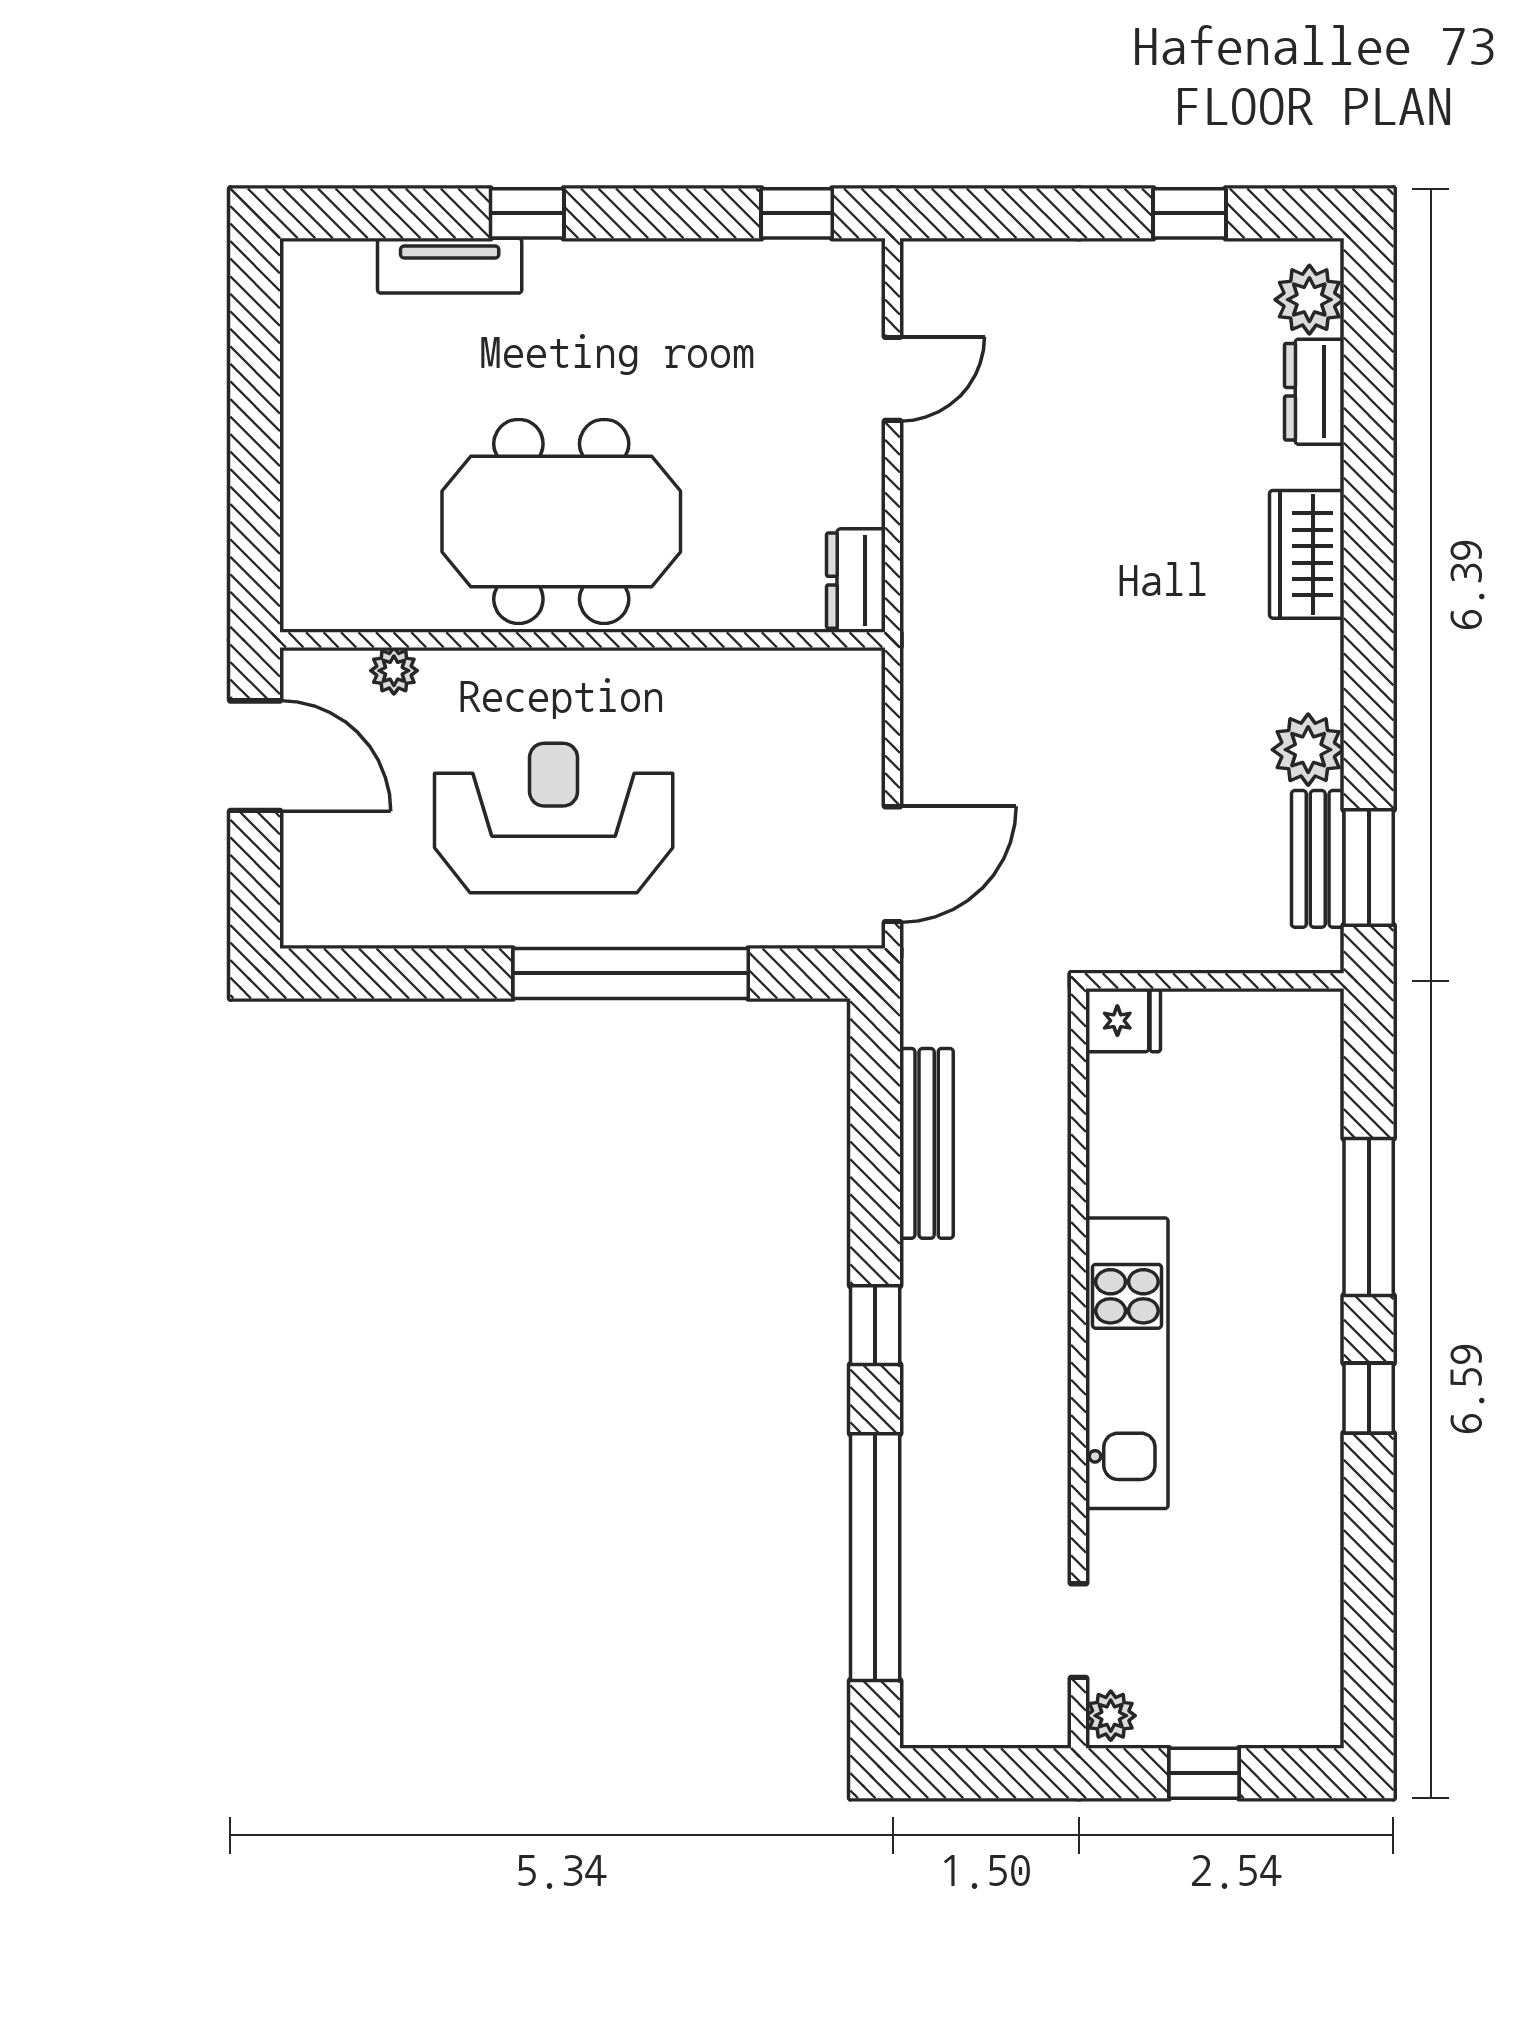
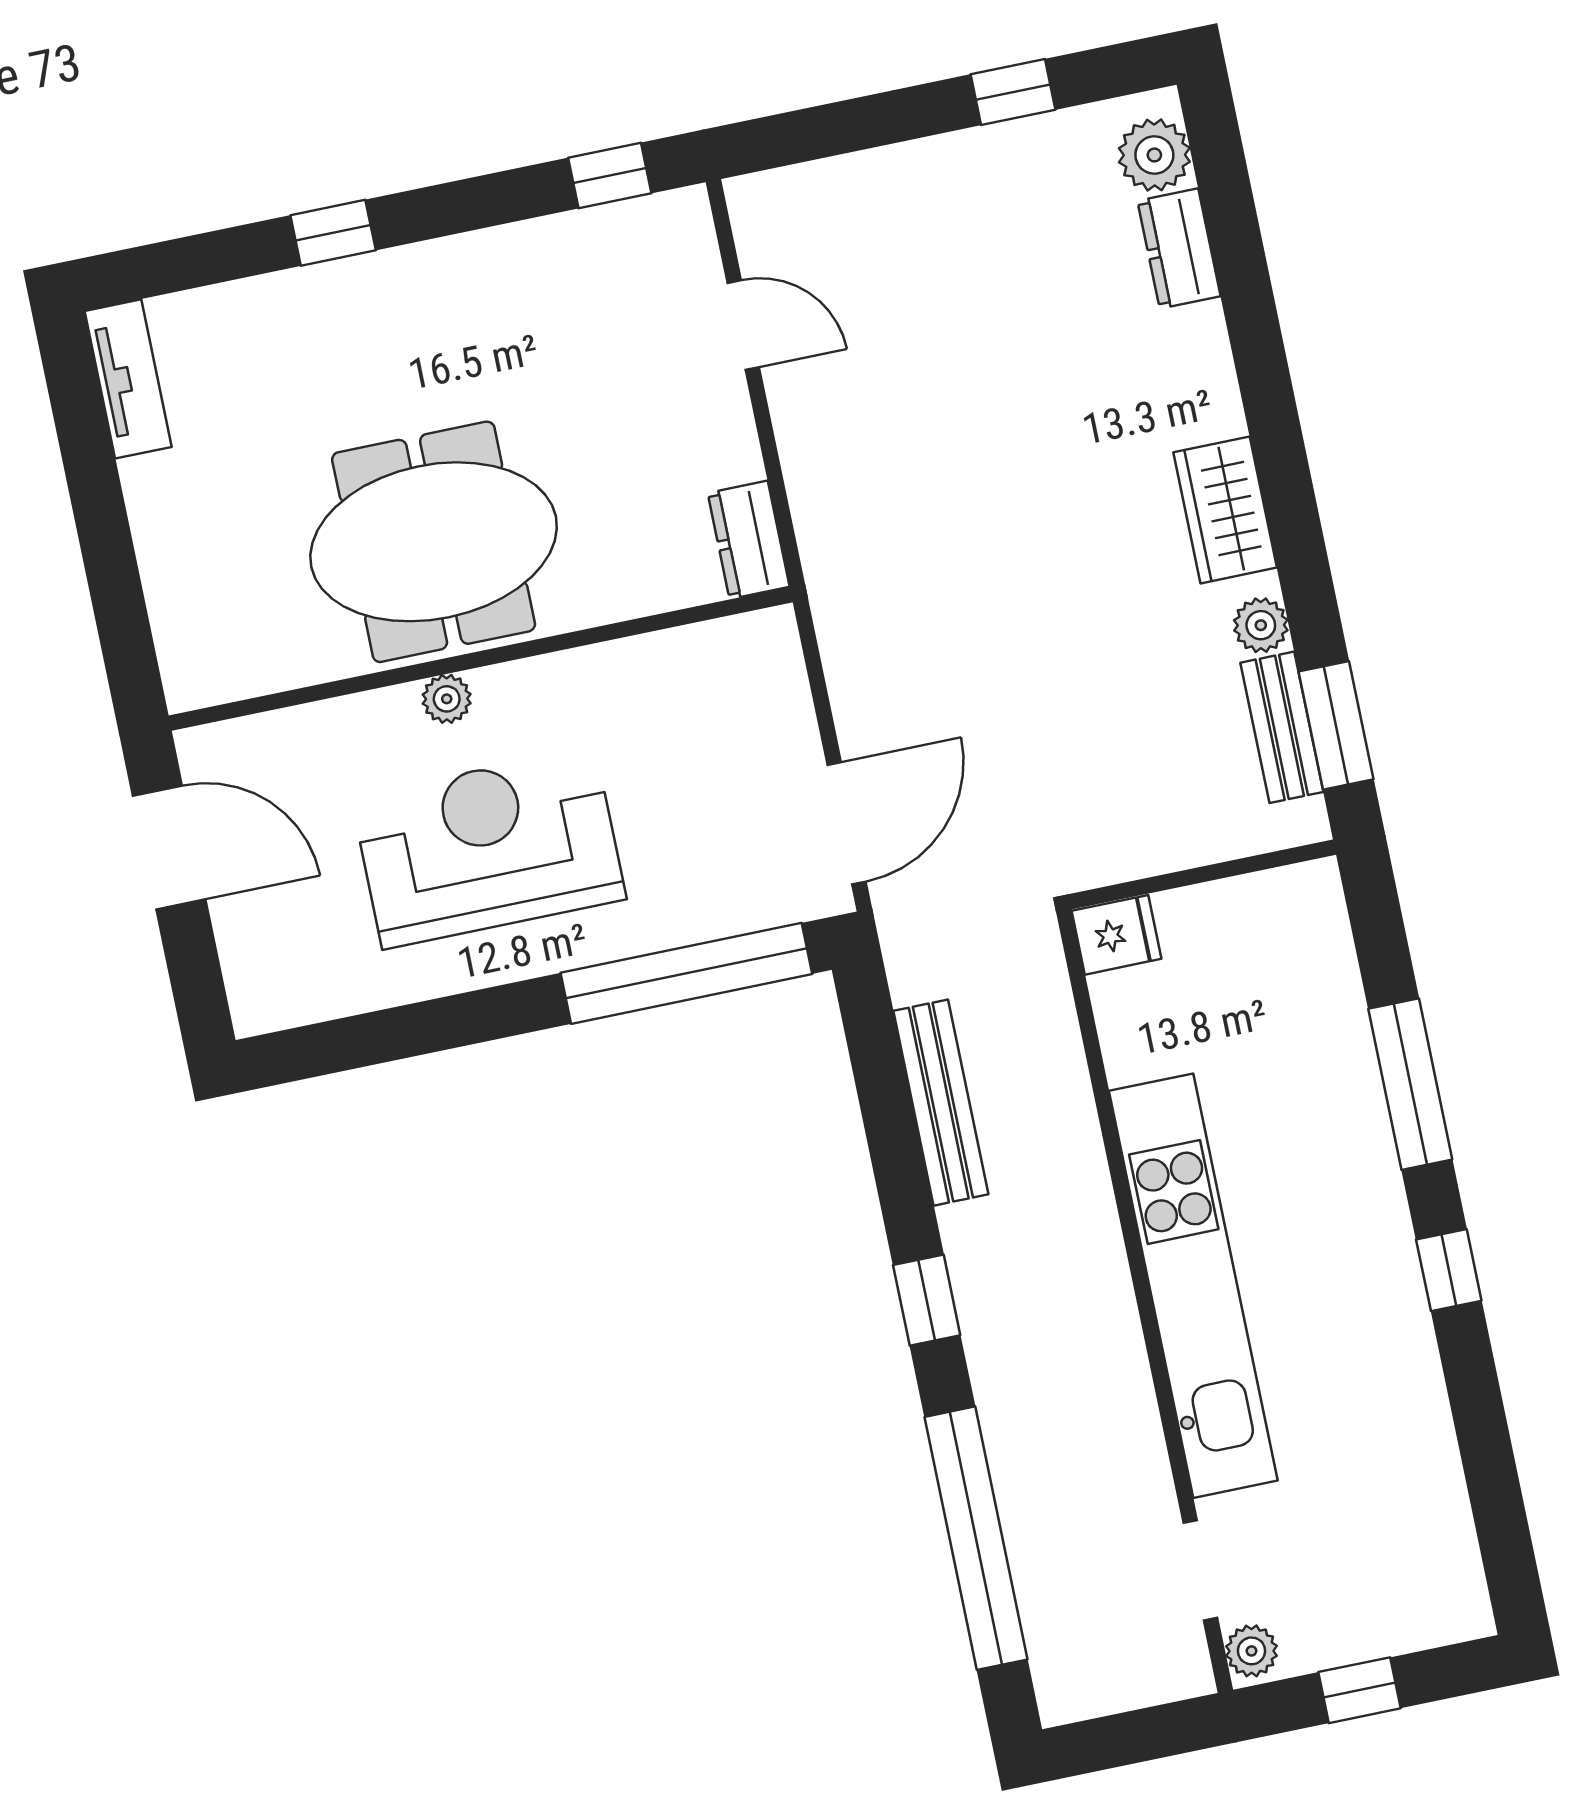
tv unit: (450, 266) -> (128, 379), moved, turned -90
door: (893, 379) -> (743, 325), hinge flipped
wardrobe: (1307, 554) -> (1225, 510), moved
plant: (394, 671) -> (447, 699), moved
plant: (1308, 750) -> (1261, 625), width x0.73, depth x0.73
window: (631, 973) -> (686, 973), moved
kitchen unit: (1127, 1363) -> (1193, 1286), width x1.36

